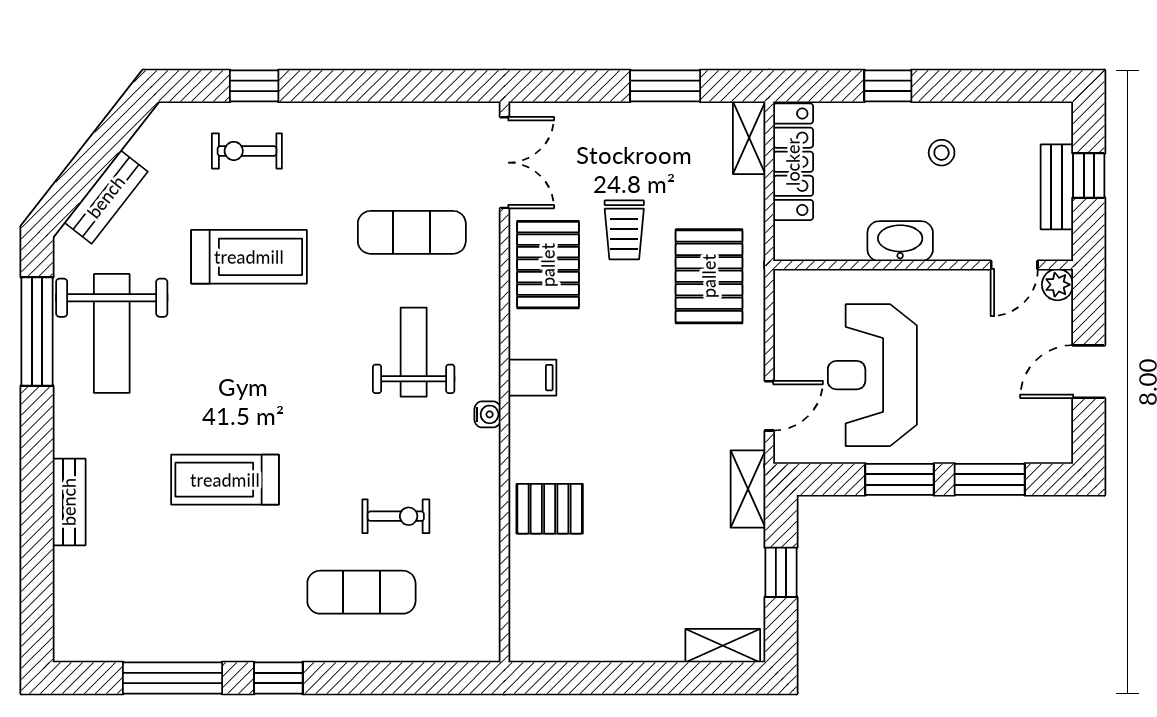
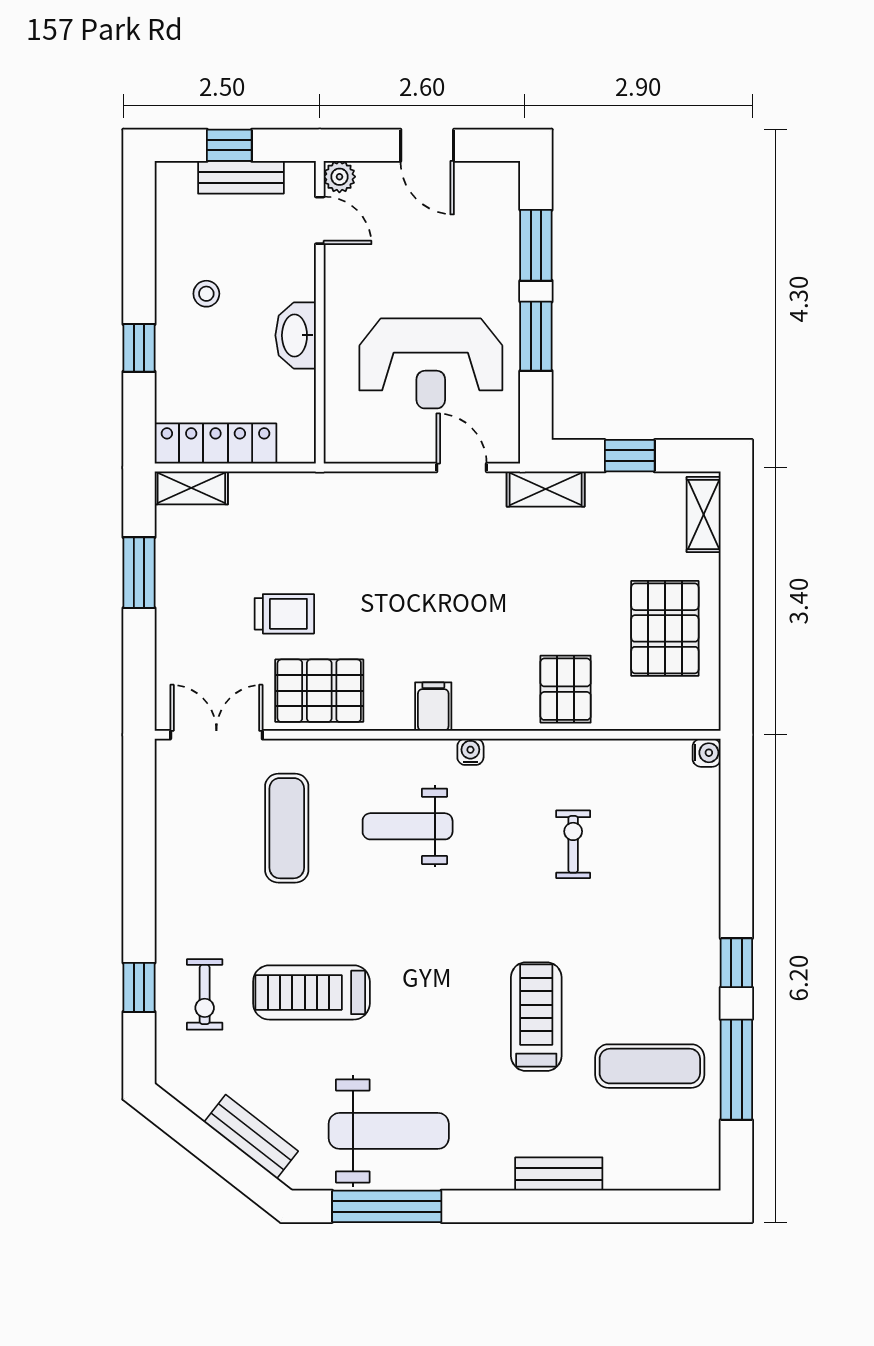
treadmill: (249, 257) -> (311, 992), turned -90
pallet: (709, 276) -> (665, 628), moved, turned 90
treadmill: (225, 480) -> (536, 1017), turned 180
exercise mat: (361, 592) -> (650, 1066), moved, turned 90
water cooler: (487, 649) -> (707, 753), added

